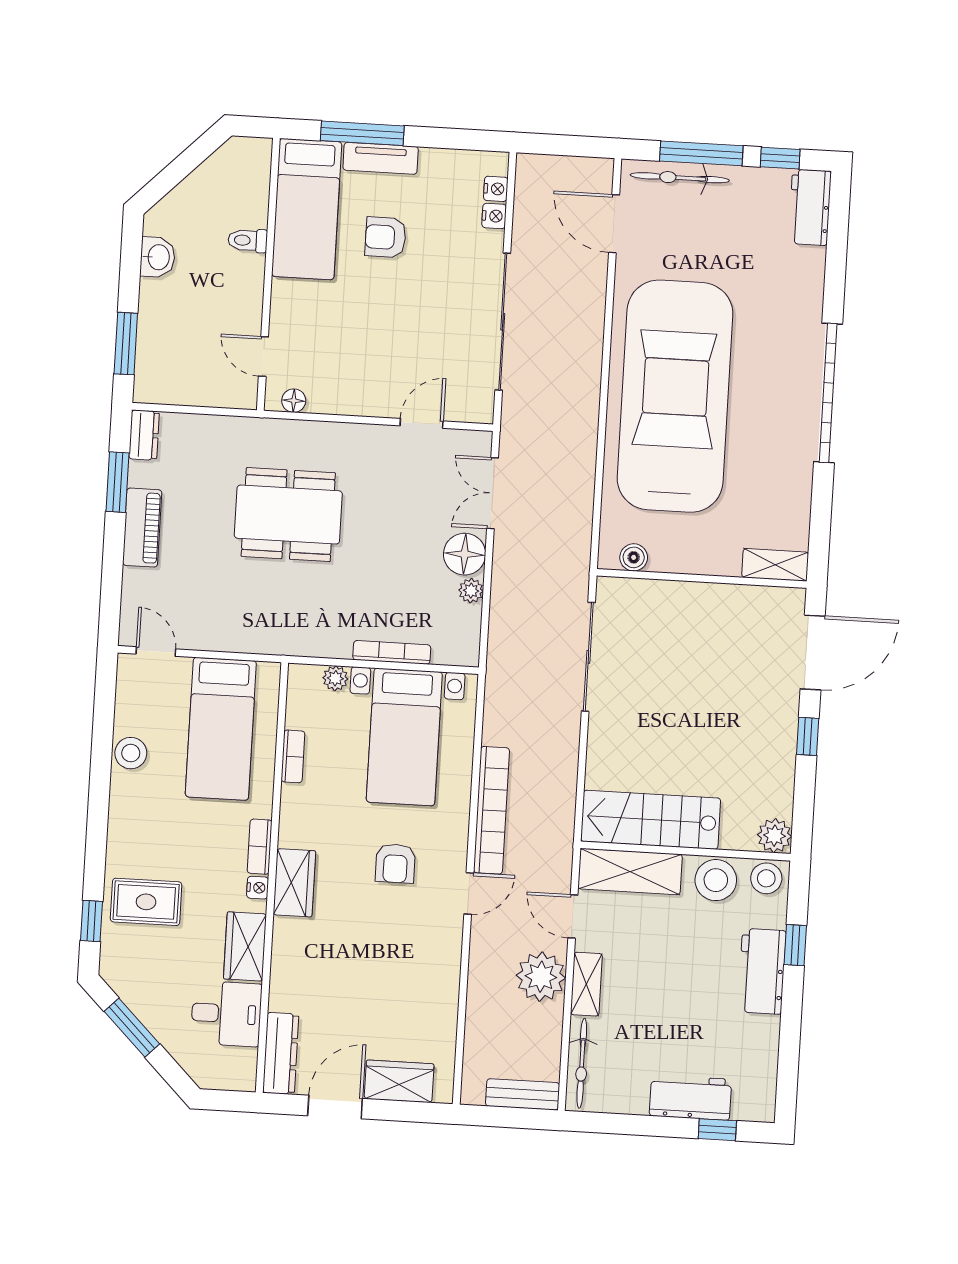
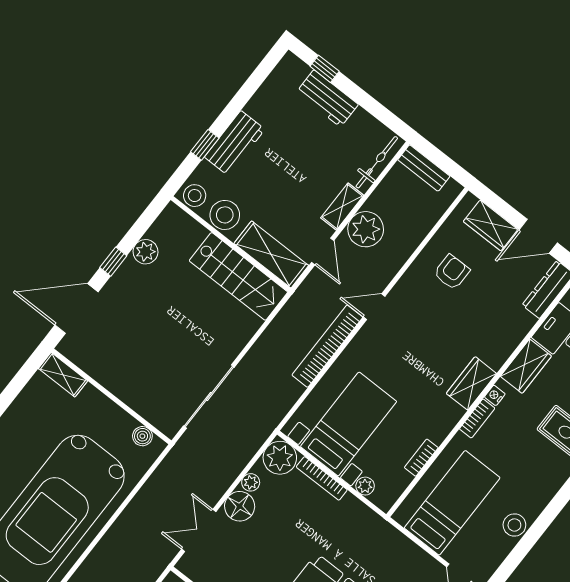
double door: (493, 493) -> (199, 530), swing flipped
plant: (457, 643) -> (280, 458), added
plant: (774, 836) -> (146, 252), moved
armchair: (395, 863) -> (452, 272), moved

